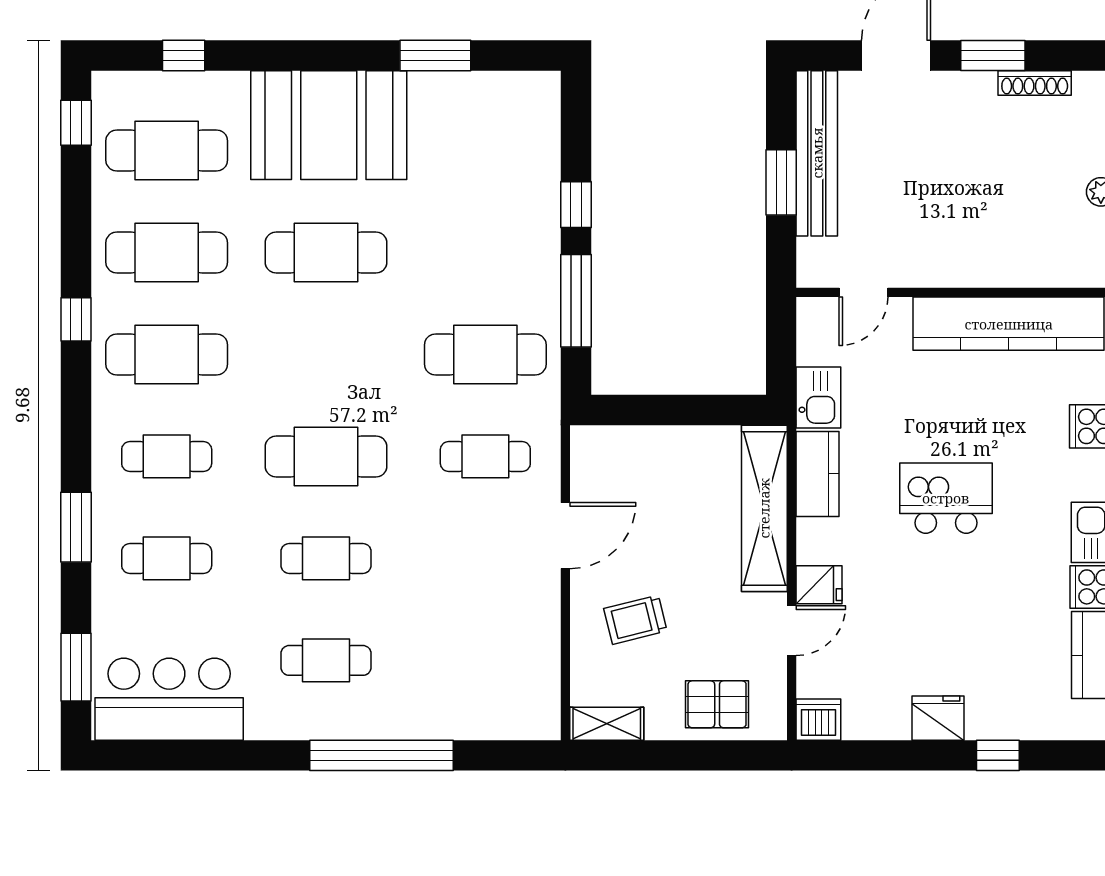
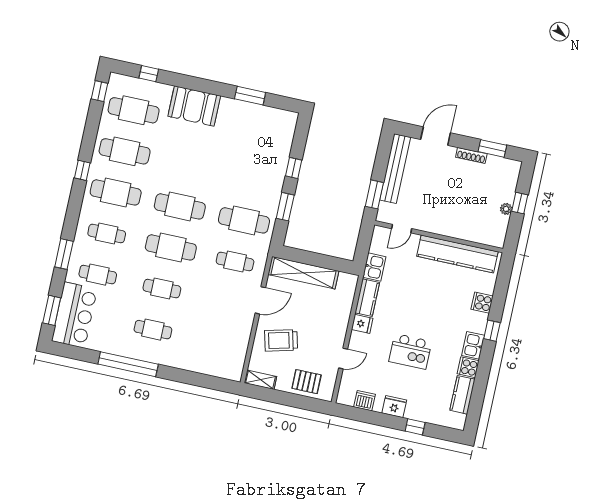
window: (993, 56) -> (492, 148), moved
shoe rack: (1035, 83) -> (471, 156), moved
booth: (329, 125) -> (194, 106), width x0.73, depth x0.70
window: (781, 182) -> (374, 194), moved
cafe table: (326, 253) -> (180, 206), moved
window: (576, 301) -> (285, 207), width x0.69
kitchen island: (946, 498) -> (410, 351), moved, turned 180
shelving: (764, 508) -> (303, 273), moved, turned 90
fridge: (819, 585) -> (362, 324), moved
trolley: (635, 620) -> (281, 340), width x1.36, depth x1.39
bar counter: (169, 699) -> (74, 315), moved, turned 90
dishwasher: (818, 720) -> (364, 401), moved
window: (381, 755) -> (128, 364), moved

